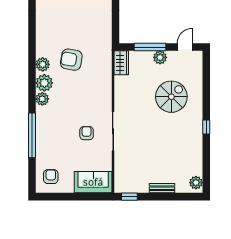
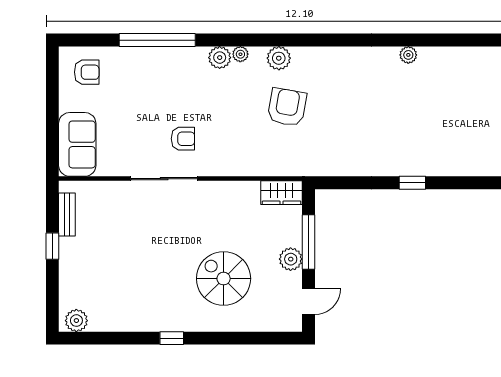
door: (185, 47) -> (309, 302), hinge flipped
plant: (44, 83) -> (240, 54), width x0.53, depth x0.53
spiral stairs: (171, 97) -> (224, 279), turned 180
armchair: (87, 133) -> (183, 139), moved
bench: (162, 188) -> (67, 215), moved
window: (129, 197) -> (52, 246), moved

